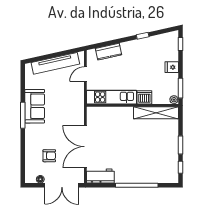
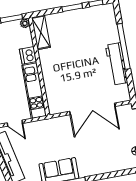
shelving: (156, 113) -> (41, 32), width x0.68
armchair: (49, 156) -> (109, 146), removed
workbench: (100, 176) -> (117, 64), moved, width x1.38

